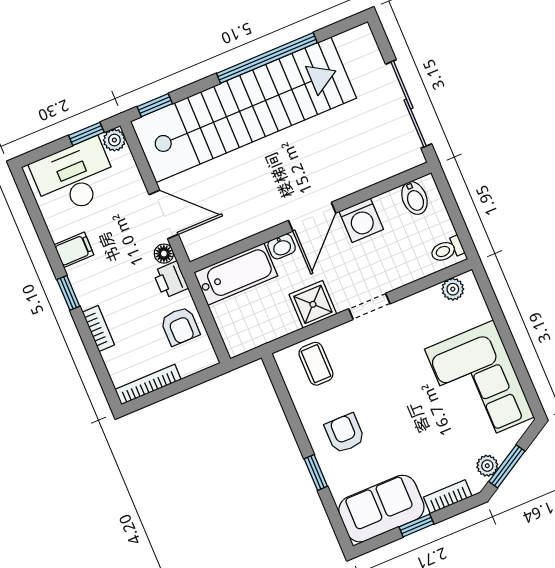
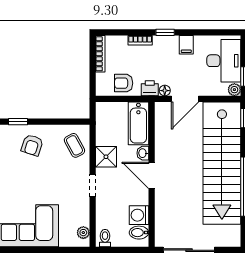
washing machine: (361, 220) -> (139, 215), moved
coffee table: (316, 364) -> (74, 145), turned 62
armchair: (345, 433) -> (32, 145), turned 108

